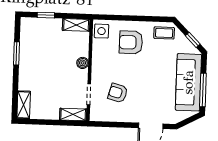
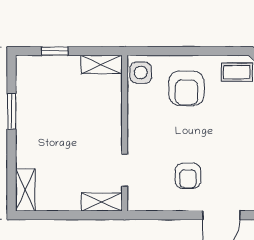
armchair: (131, 42) -> (186, 88), turned -90
boiler: (83, 63) -> (113, 122), removed
armchair: (118, 93) -> (188, 176), moved, turned -106

